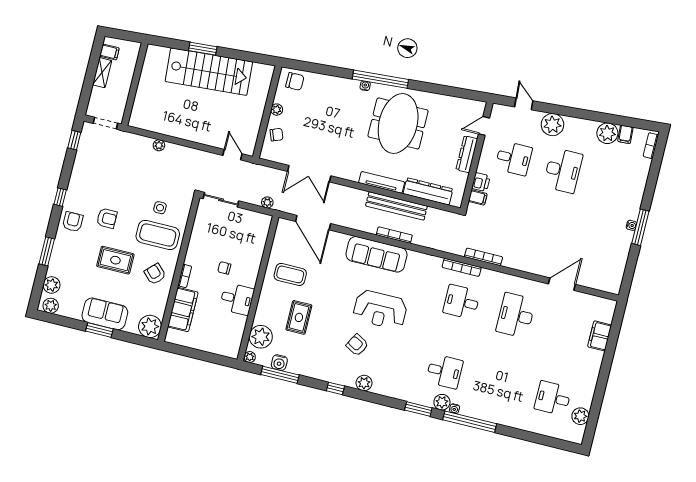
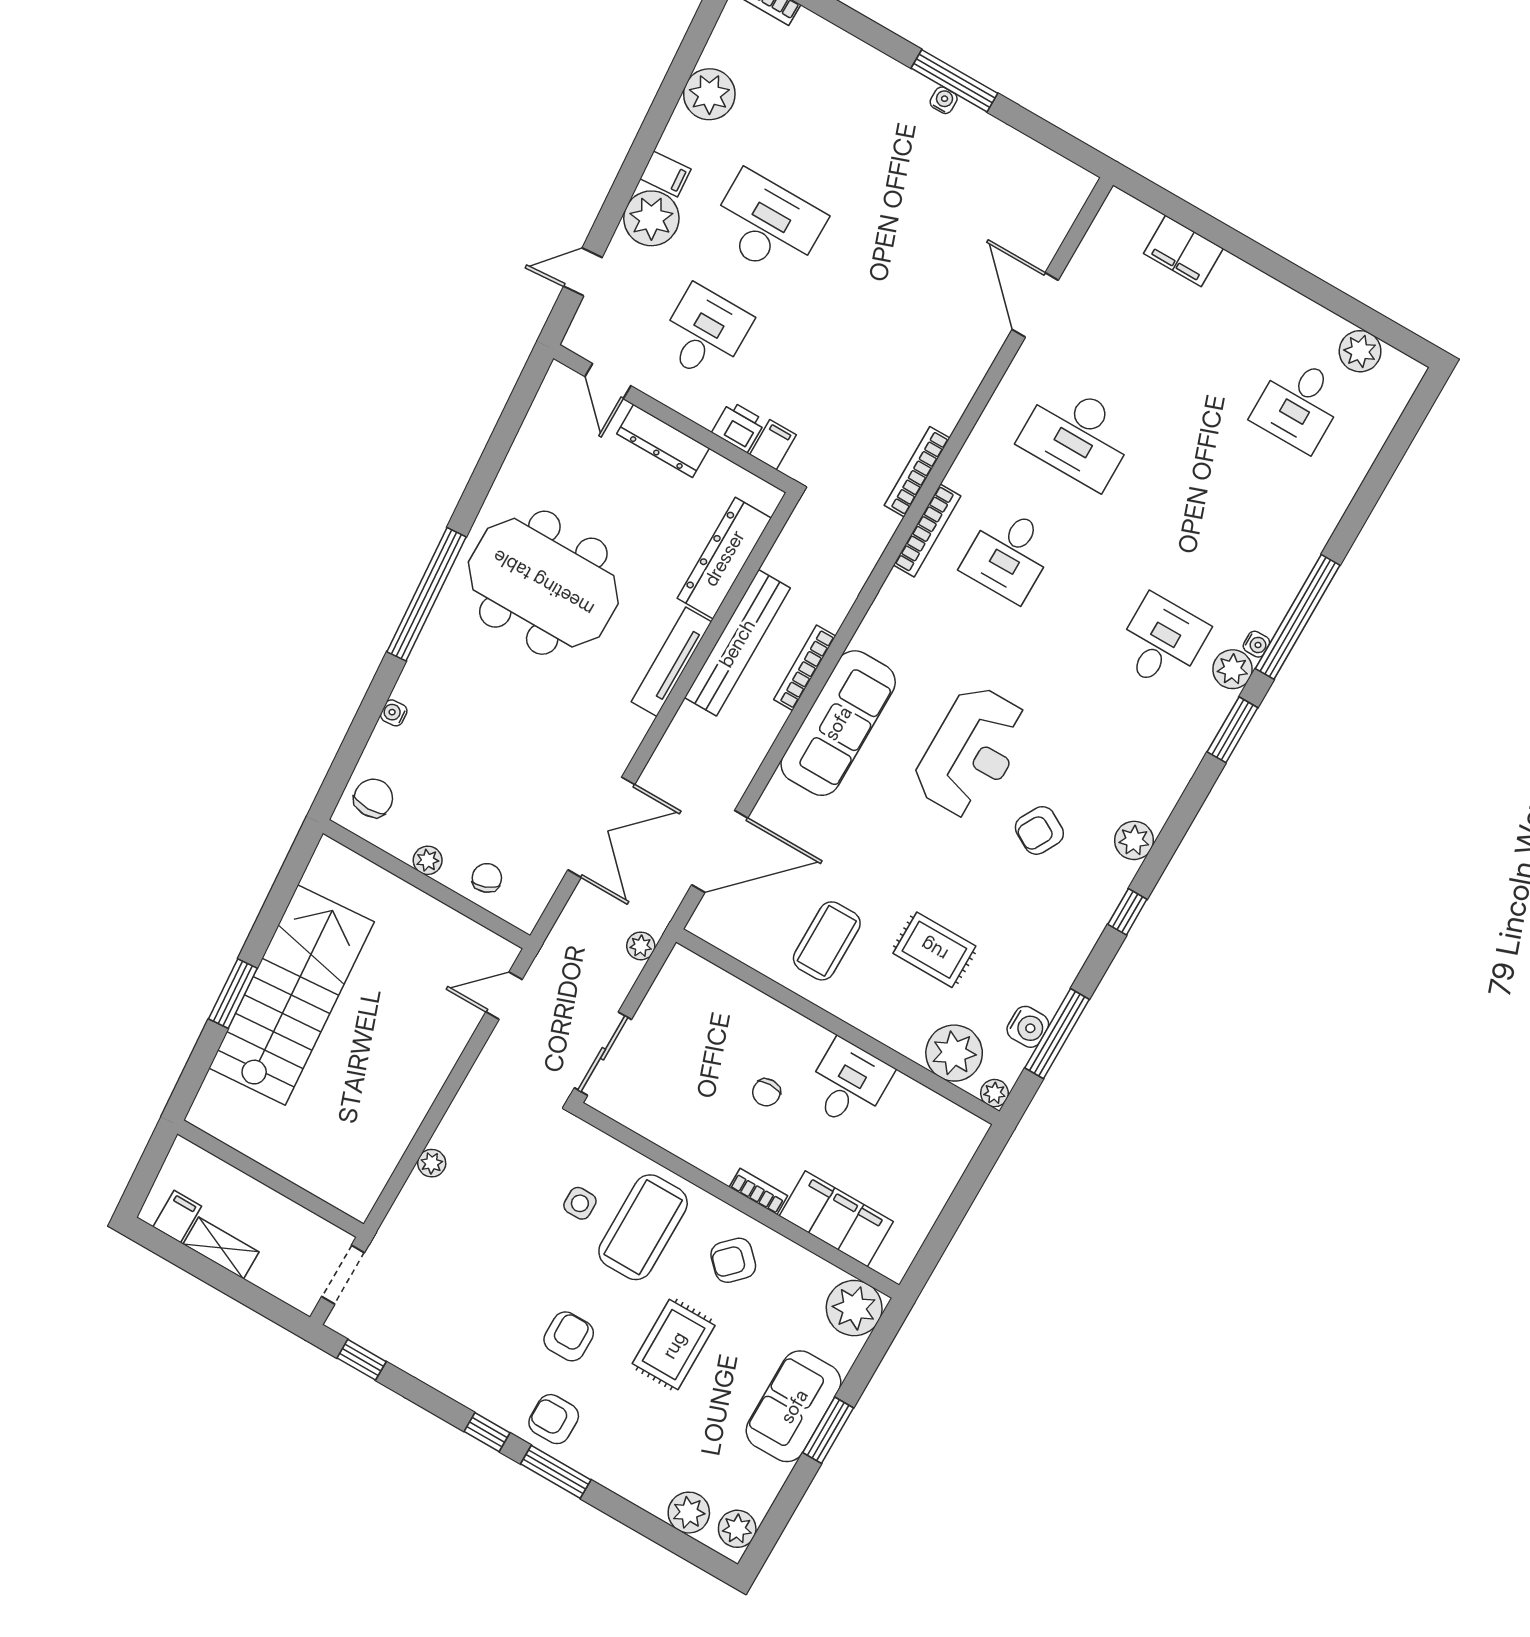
water cooler: (365, 86) -> (394, 713), moved
filing cabinet: (625, 134) -> (665, 174), moved
window: (47, 251) -> (556, 1472), moved

